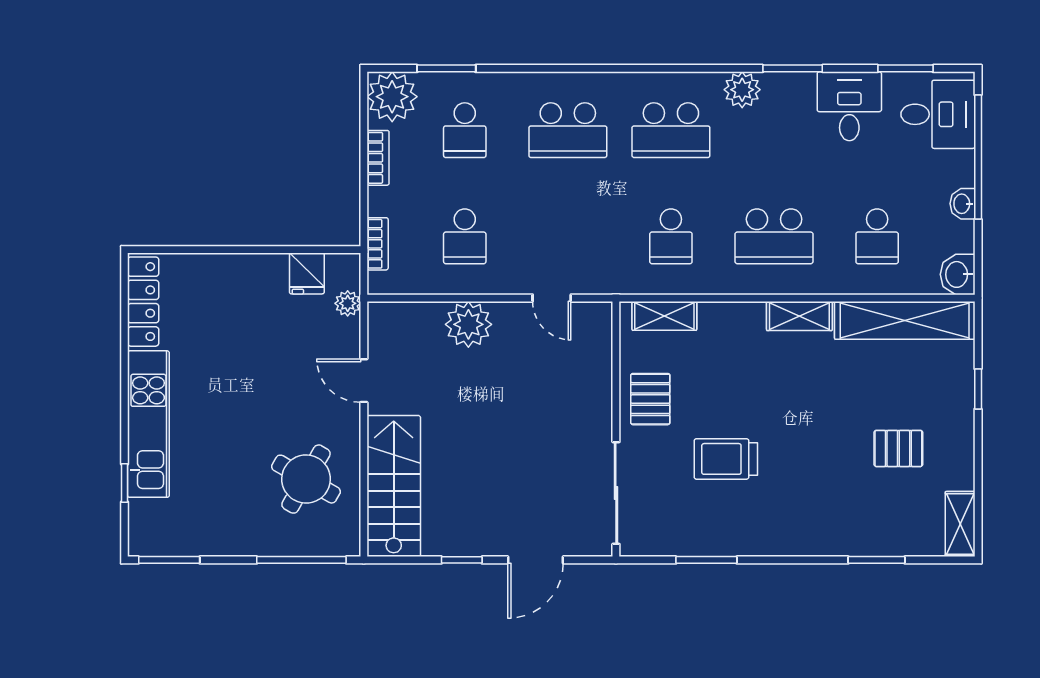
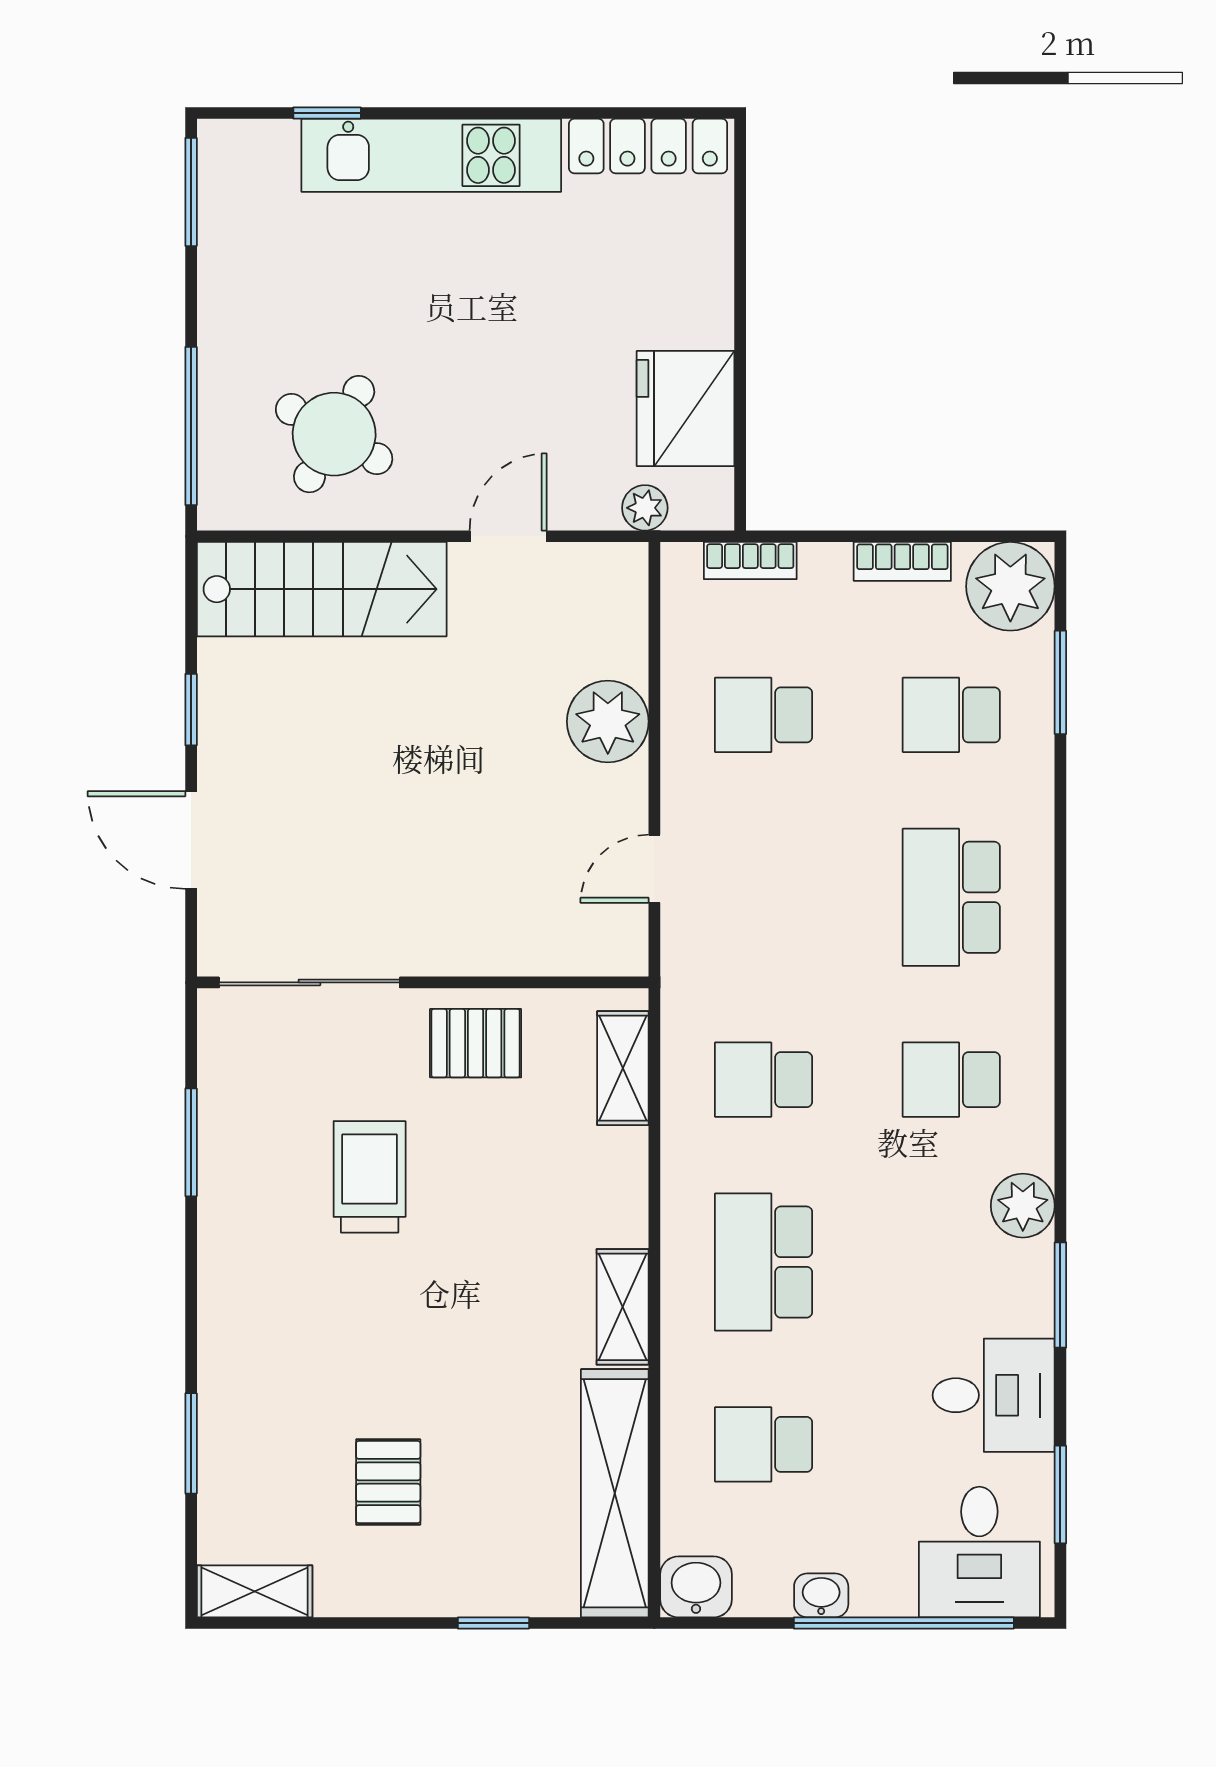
school desk: (671, 130) -> (951, 1080), width x0.54
fridge: (307, 273) -> (686, 408), width x1.88, depth x1.34

